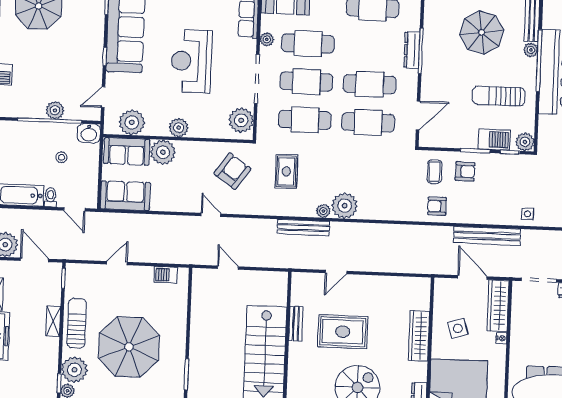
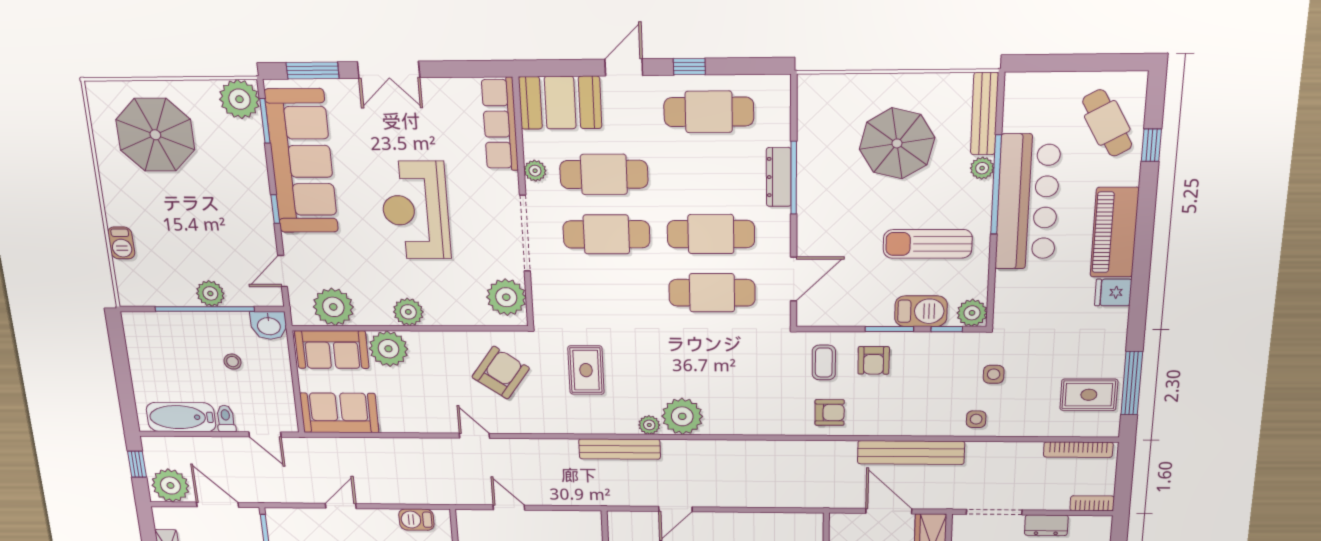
cafe table: (305, 120) -> (609, 293), removed
armchair: (465, 171) -> (874, 360), turned 89
side table: (538, 183) -> (994, 374), added
armchair: (437, 206) -> (830, 412), turned 180

